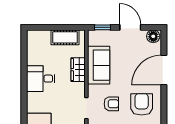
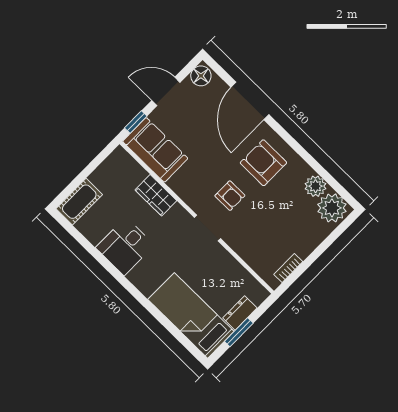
cot: (65, 37) -> (79, 202), moved
sofa: (99, 65) -> (155, 150), moved
armchair: (111, 104) -> (230, 196), turned 90

